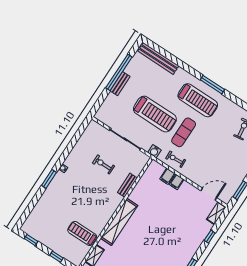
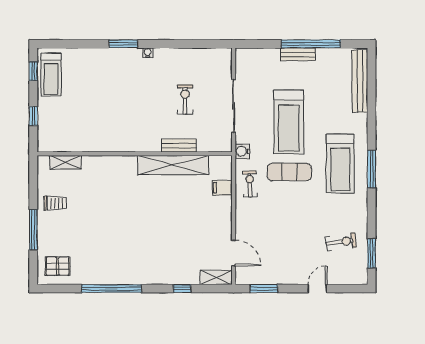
filing cabinet: (177, 182) -> (223, 203), removed
shelving: (119, 222) -> (173, 165), moved
treadmill: (82, 233) -> (51, 75), moved, turned 180

